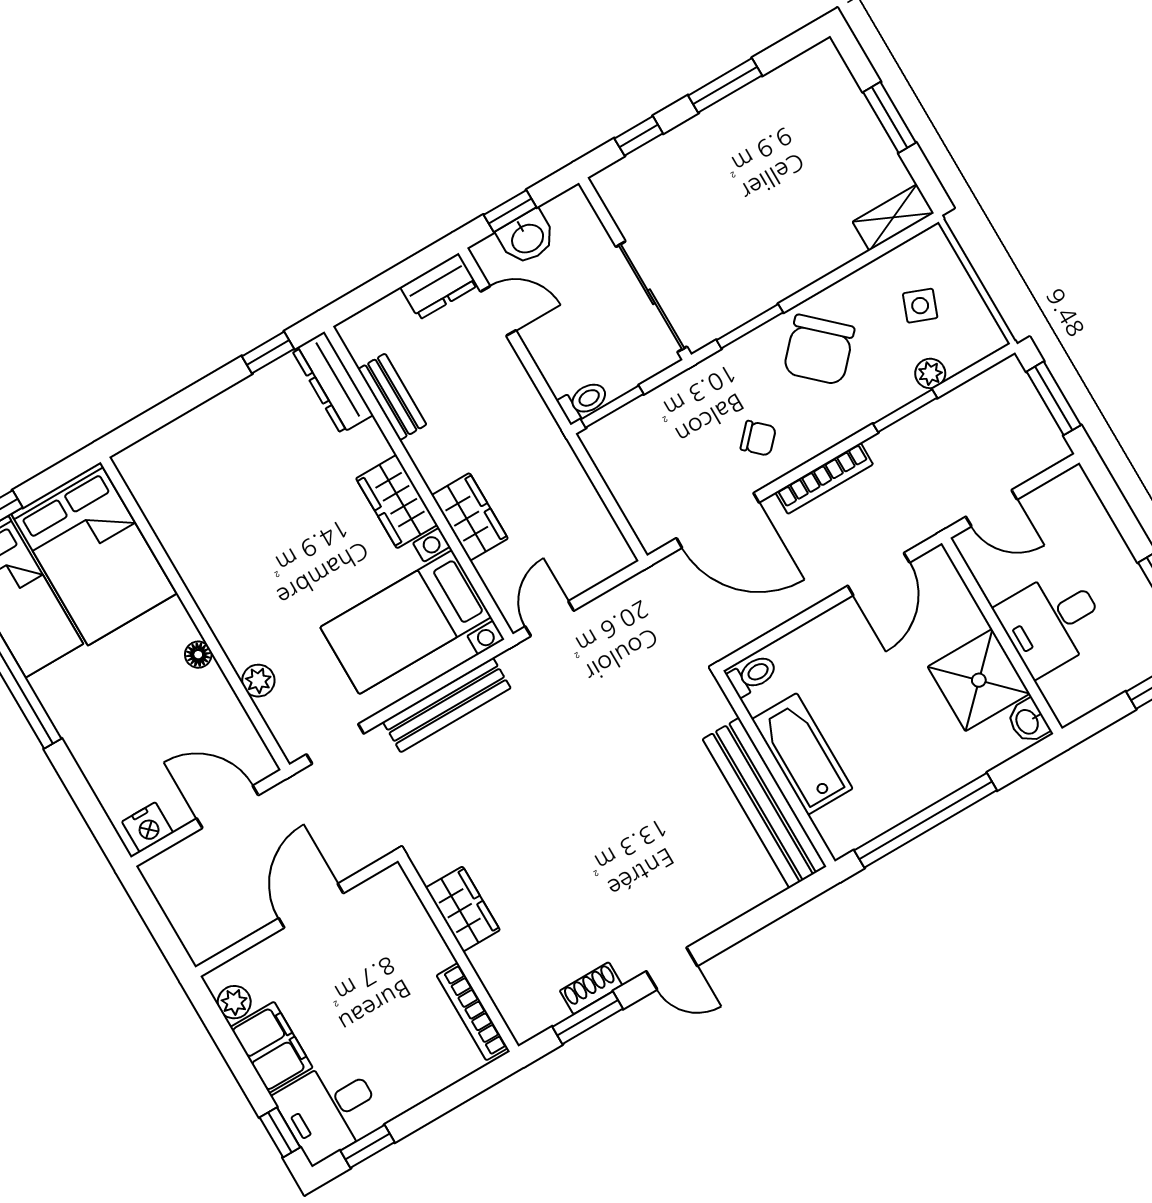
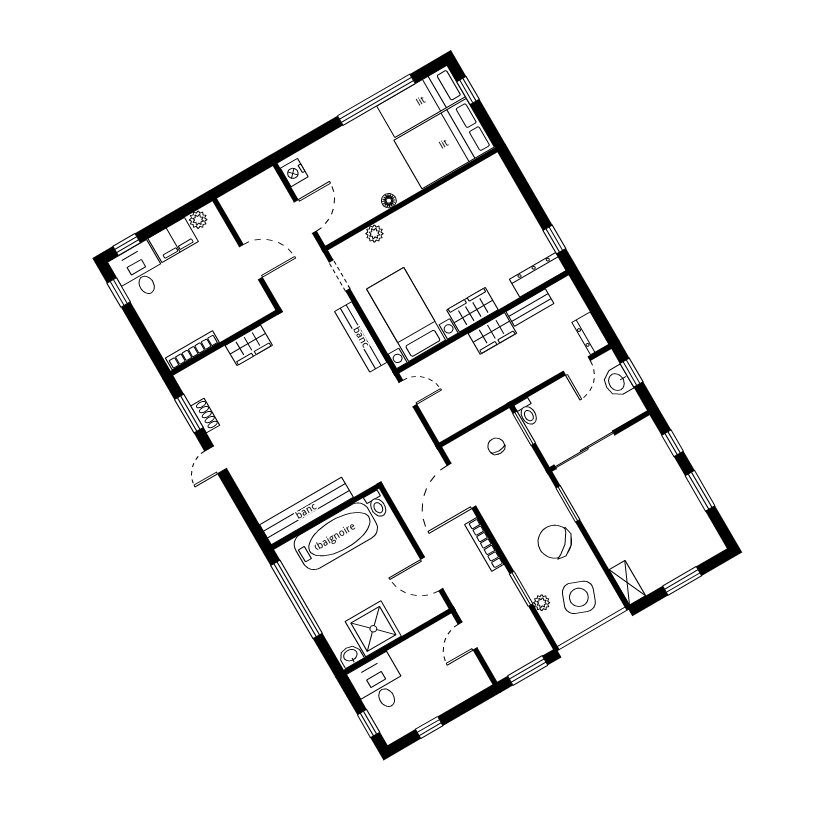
side table: (920, 306) -> (579, 597), width x1.87, depth x1.87
chair: (758, 438) -> (496, 446), moved, turned 137
wardrobe: (470, 517) -> (492, 333), moved
desk: (1052, 622) -> (379, 684), moved
bathtub: (802, 754) -> (336, 536), width x1.36, depth x1.36

